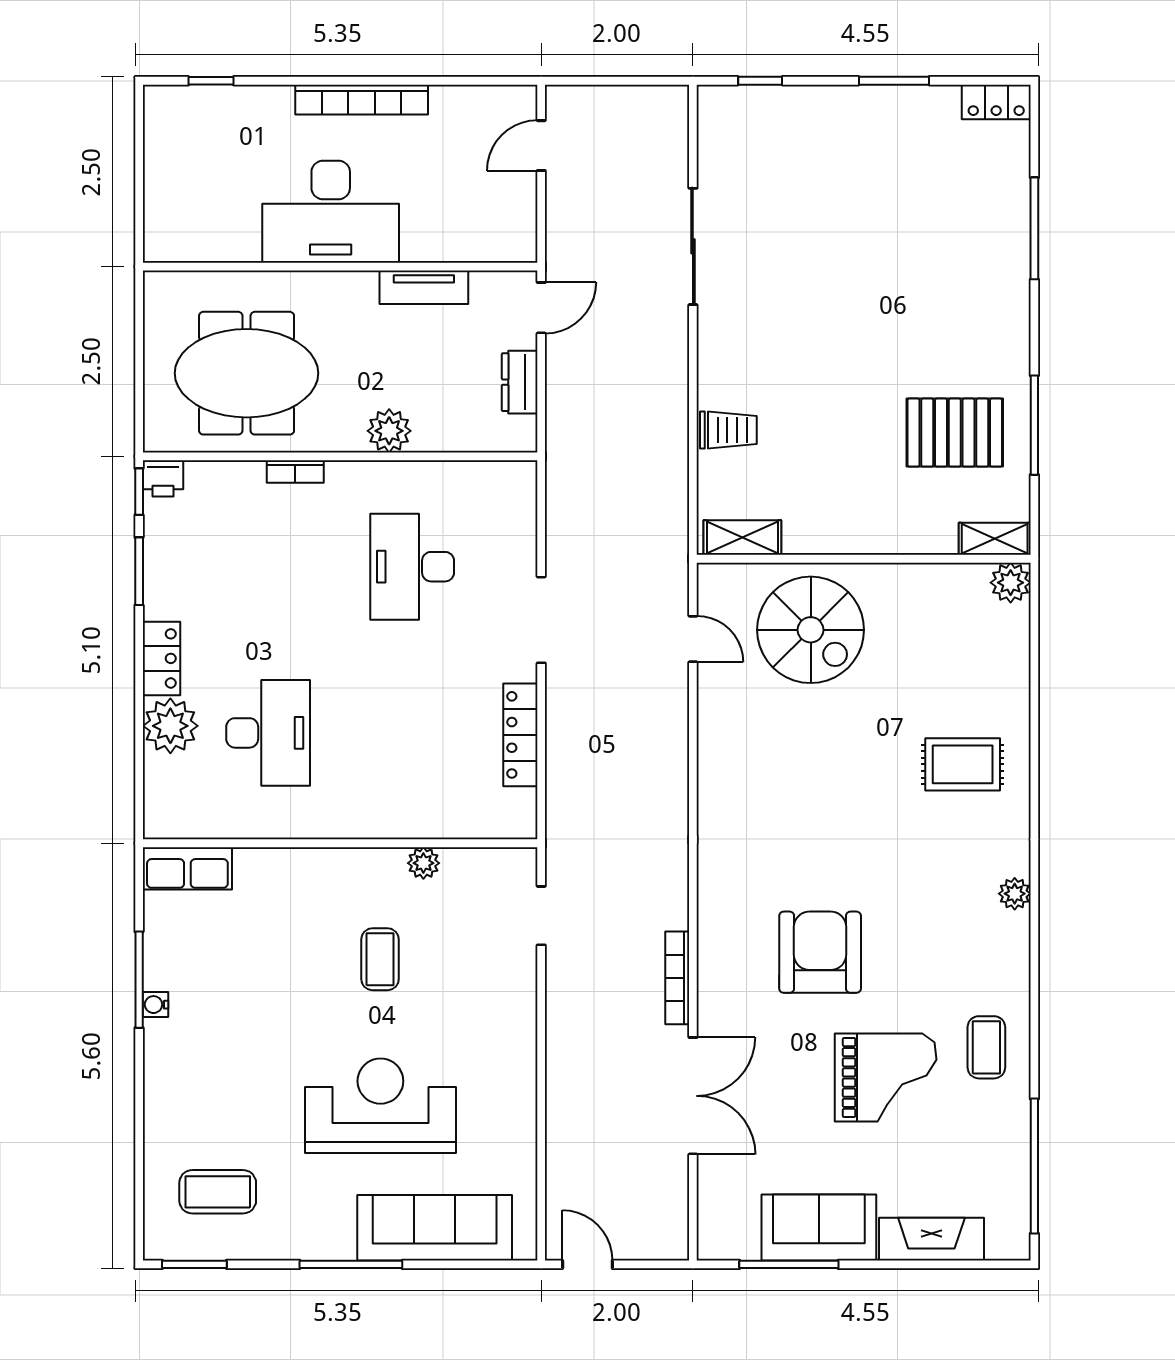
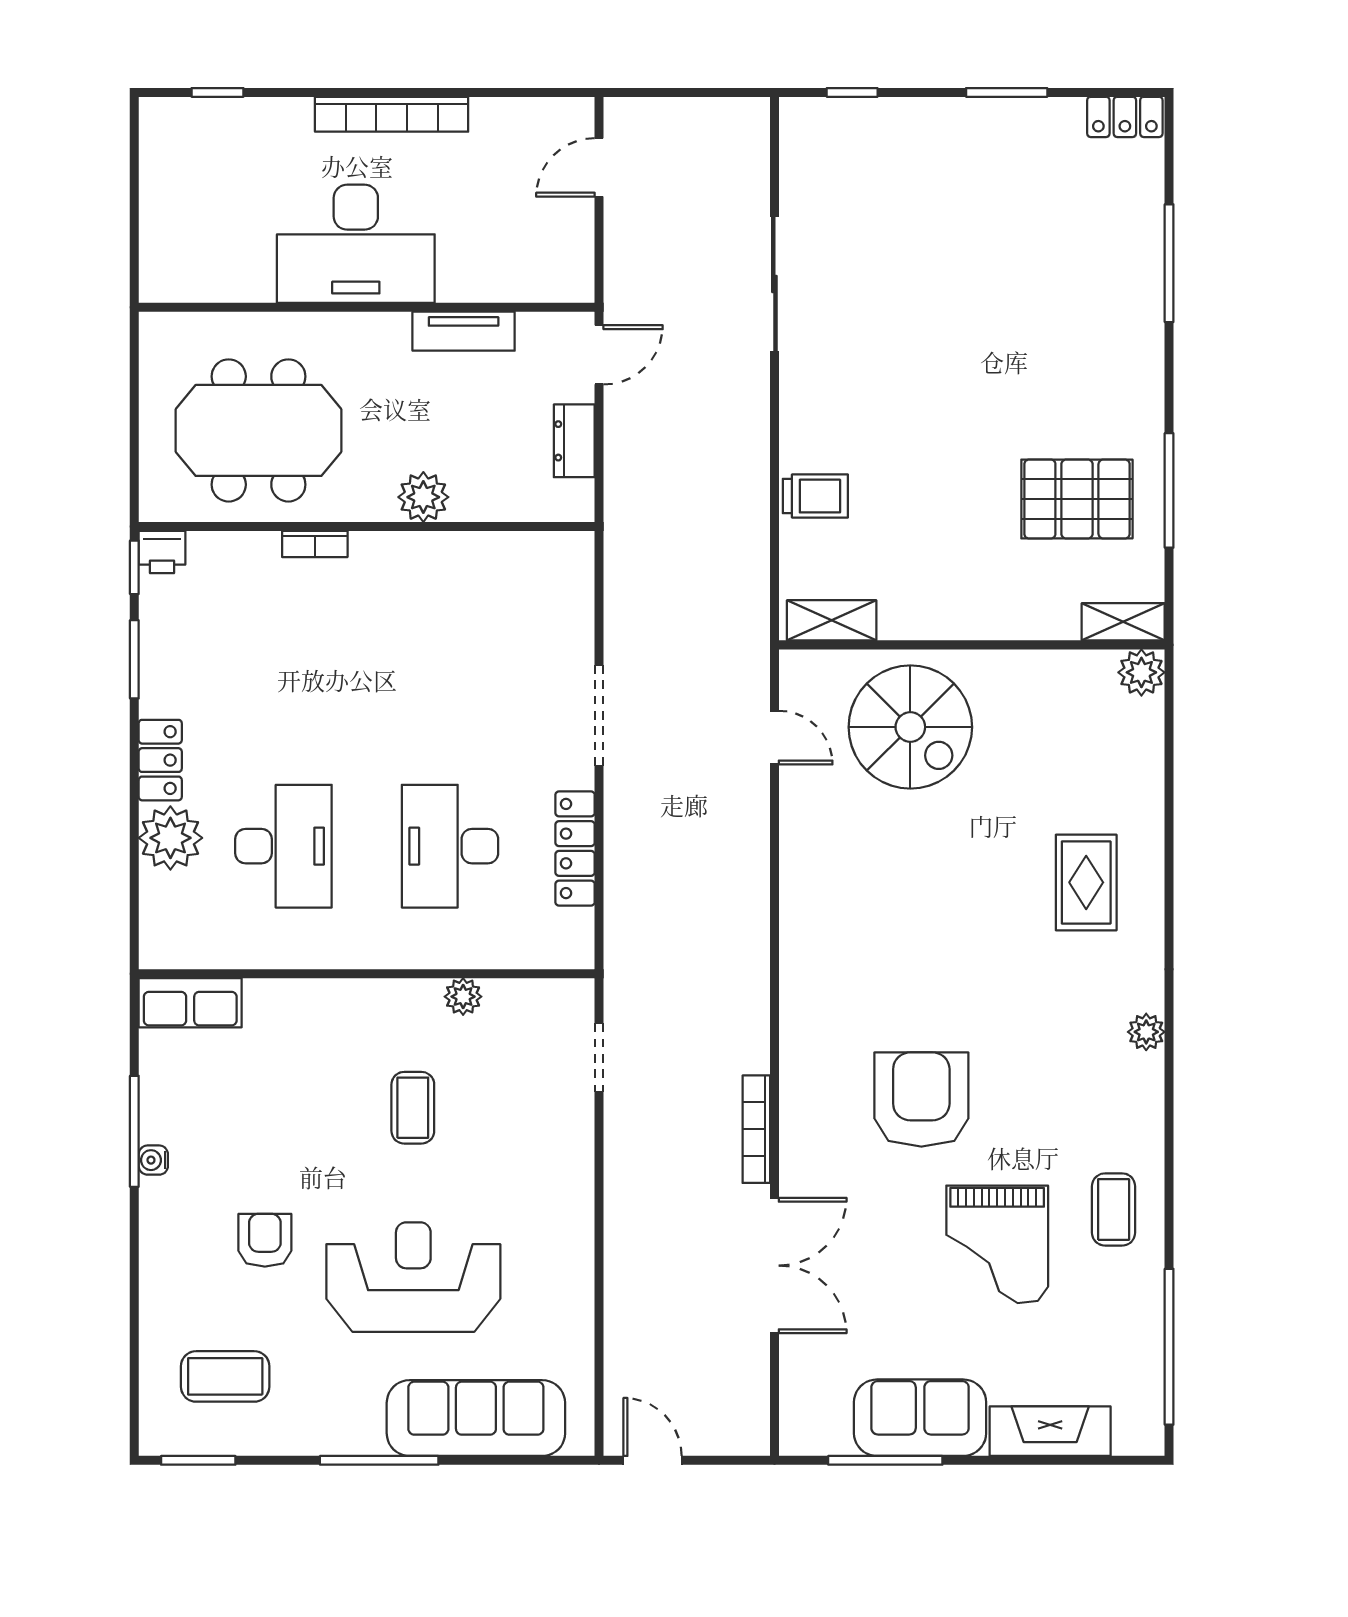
desk: (412, 567) -> (450, 846), moved
rug: (963, 764) -> (1086, 882), turned 90
armchair: (252, 1074) -> (265, 1240), added
grand piano: (886, 1077) -> (997, 1244), turned 90

